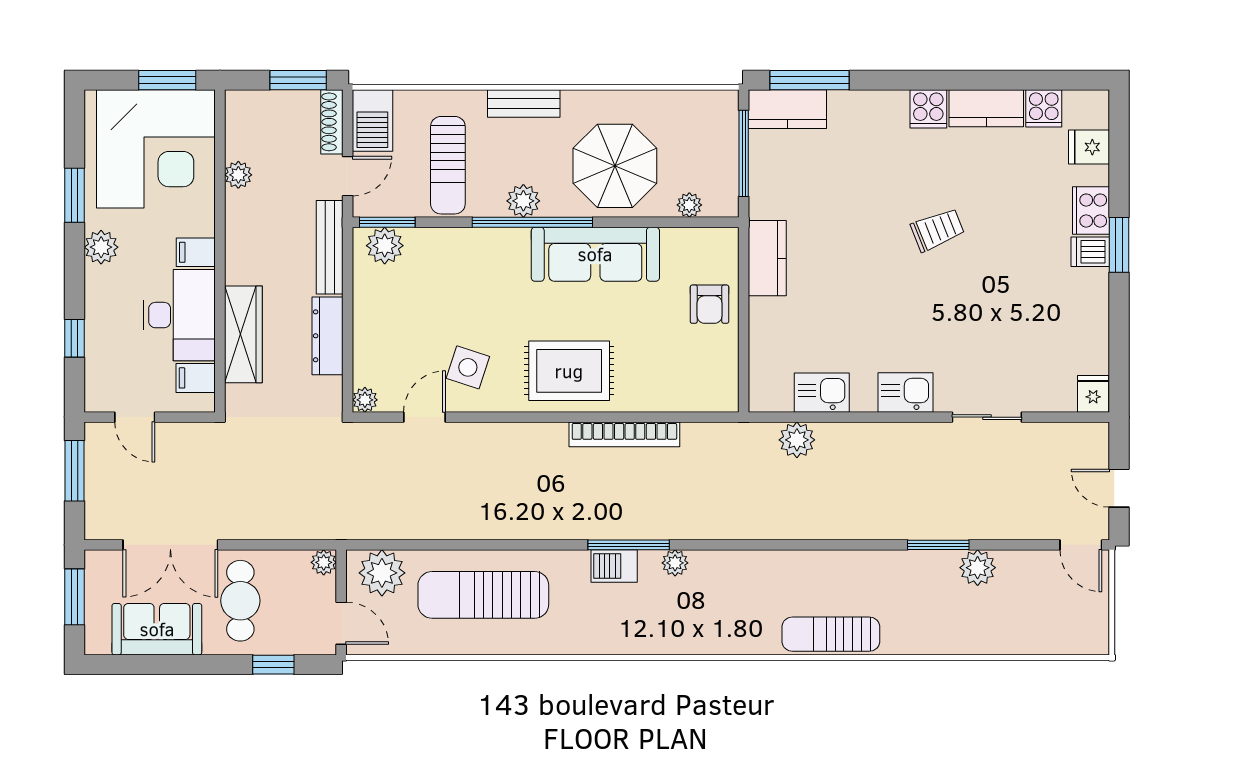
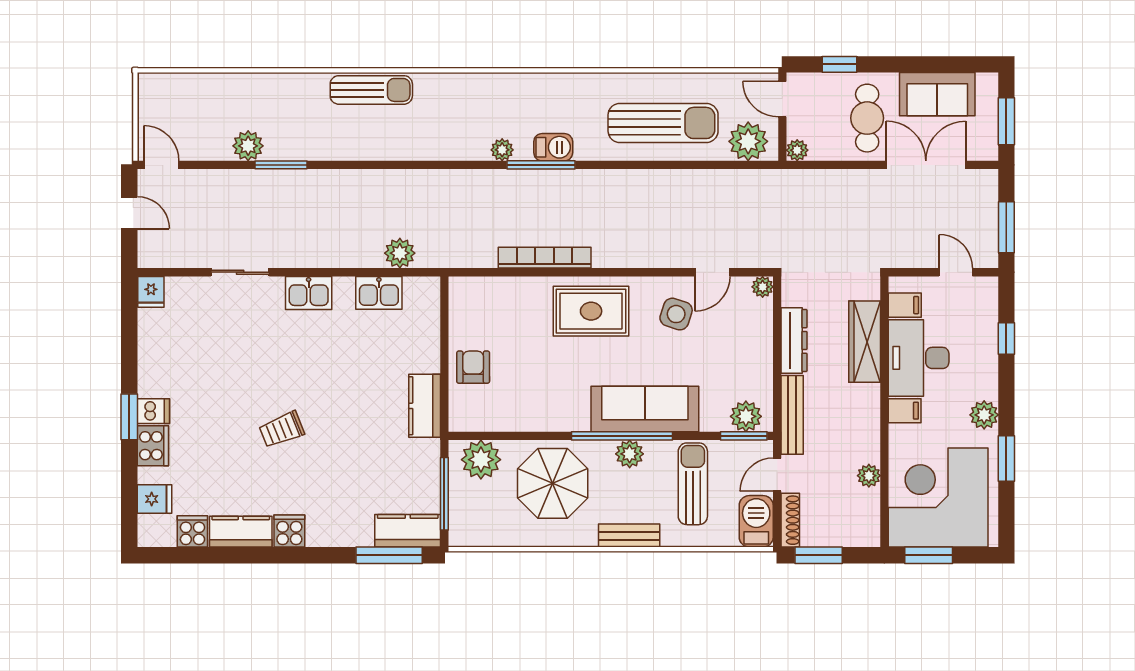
plant: (689, 205) -> (481, 460), width x1.88, depth x1.88
sofa: (595, 254) -> (645, 409), moved

